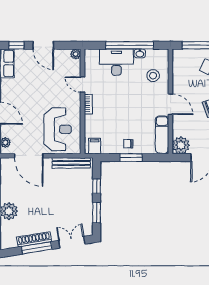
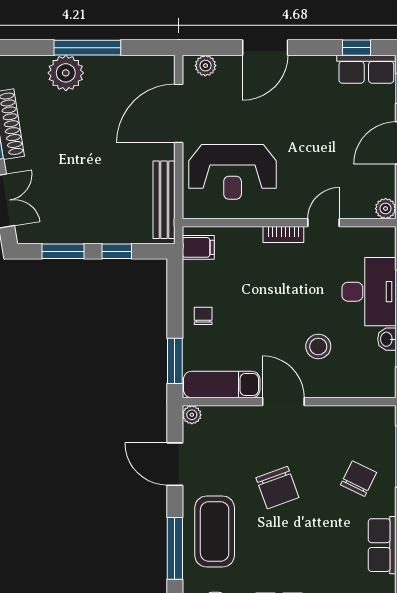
stool: (153, 76) -> (318, 346), moved
door: (170, 104) -> (283, 402), swing flipped
plant: (181, 145) -> (192, 415), width x0.53, depth x0.53
window: (131, 158) -> (175, 361), moved

